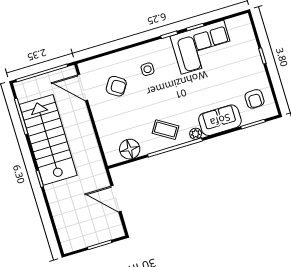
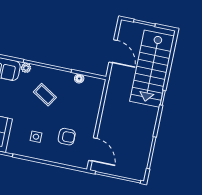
armchair: (116, 86) -> (67, 137), turned 147
coffee table: (165, 130) -> (45, 95), moved
stairs: (48, 140) -> (152, 69), moved
floor lamp: (130, 149) -> (79, 79), width x0.53, depth x0.53

